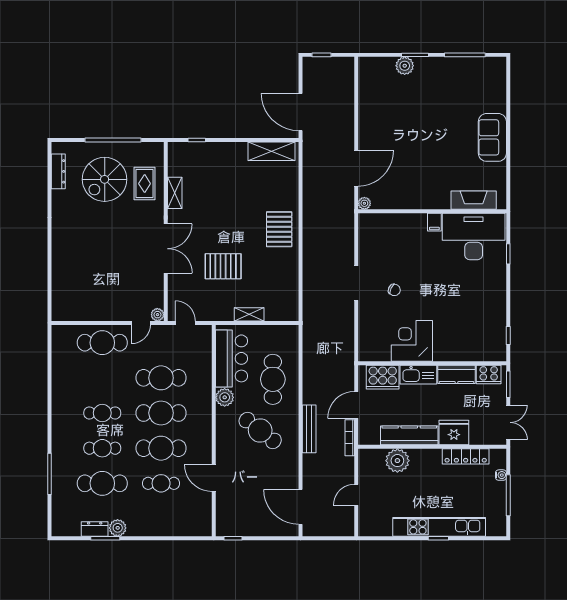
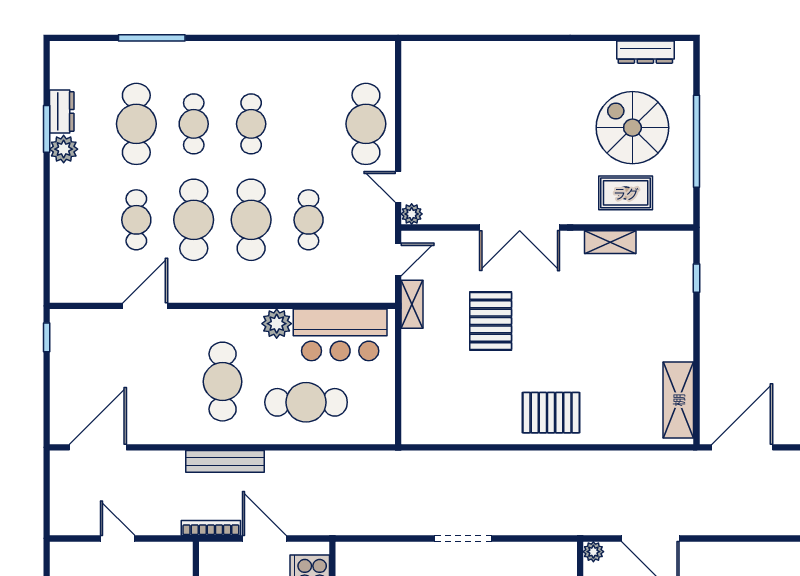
shelving: (249, 314) -> (412, 304), moved
cafe table: (161, 378) -> (309, 220), width x0.73, depth x0.74
cafe table: (260, 431) -> (223, 382), turned -38

